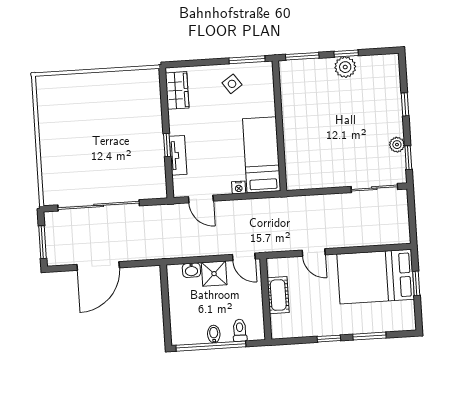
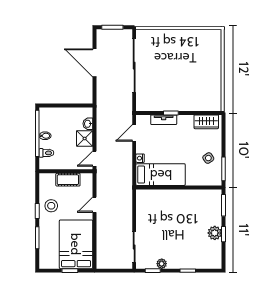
stool: (319, 318) -> (51, 206), added

